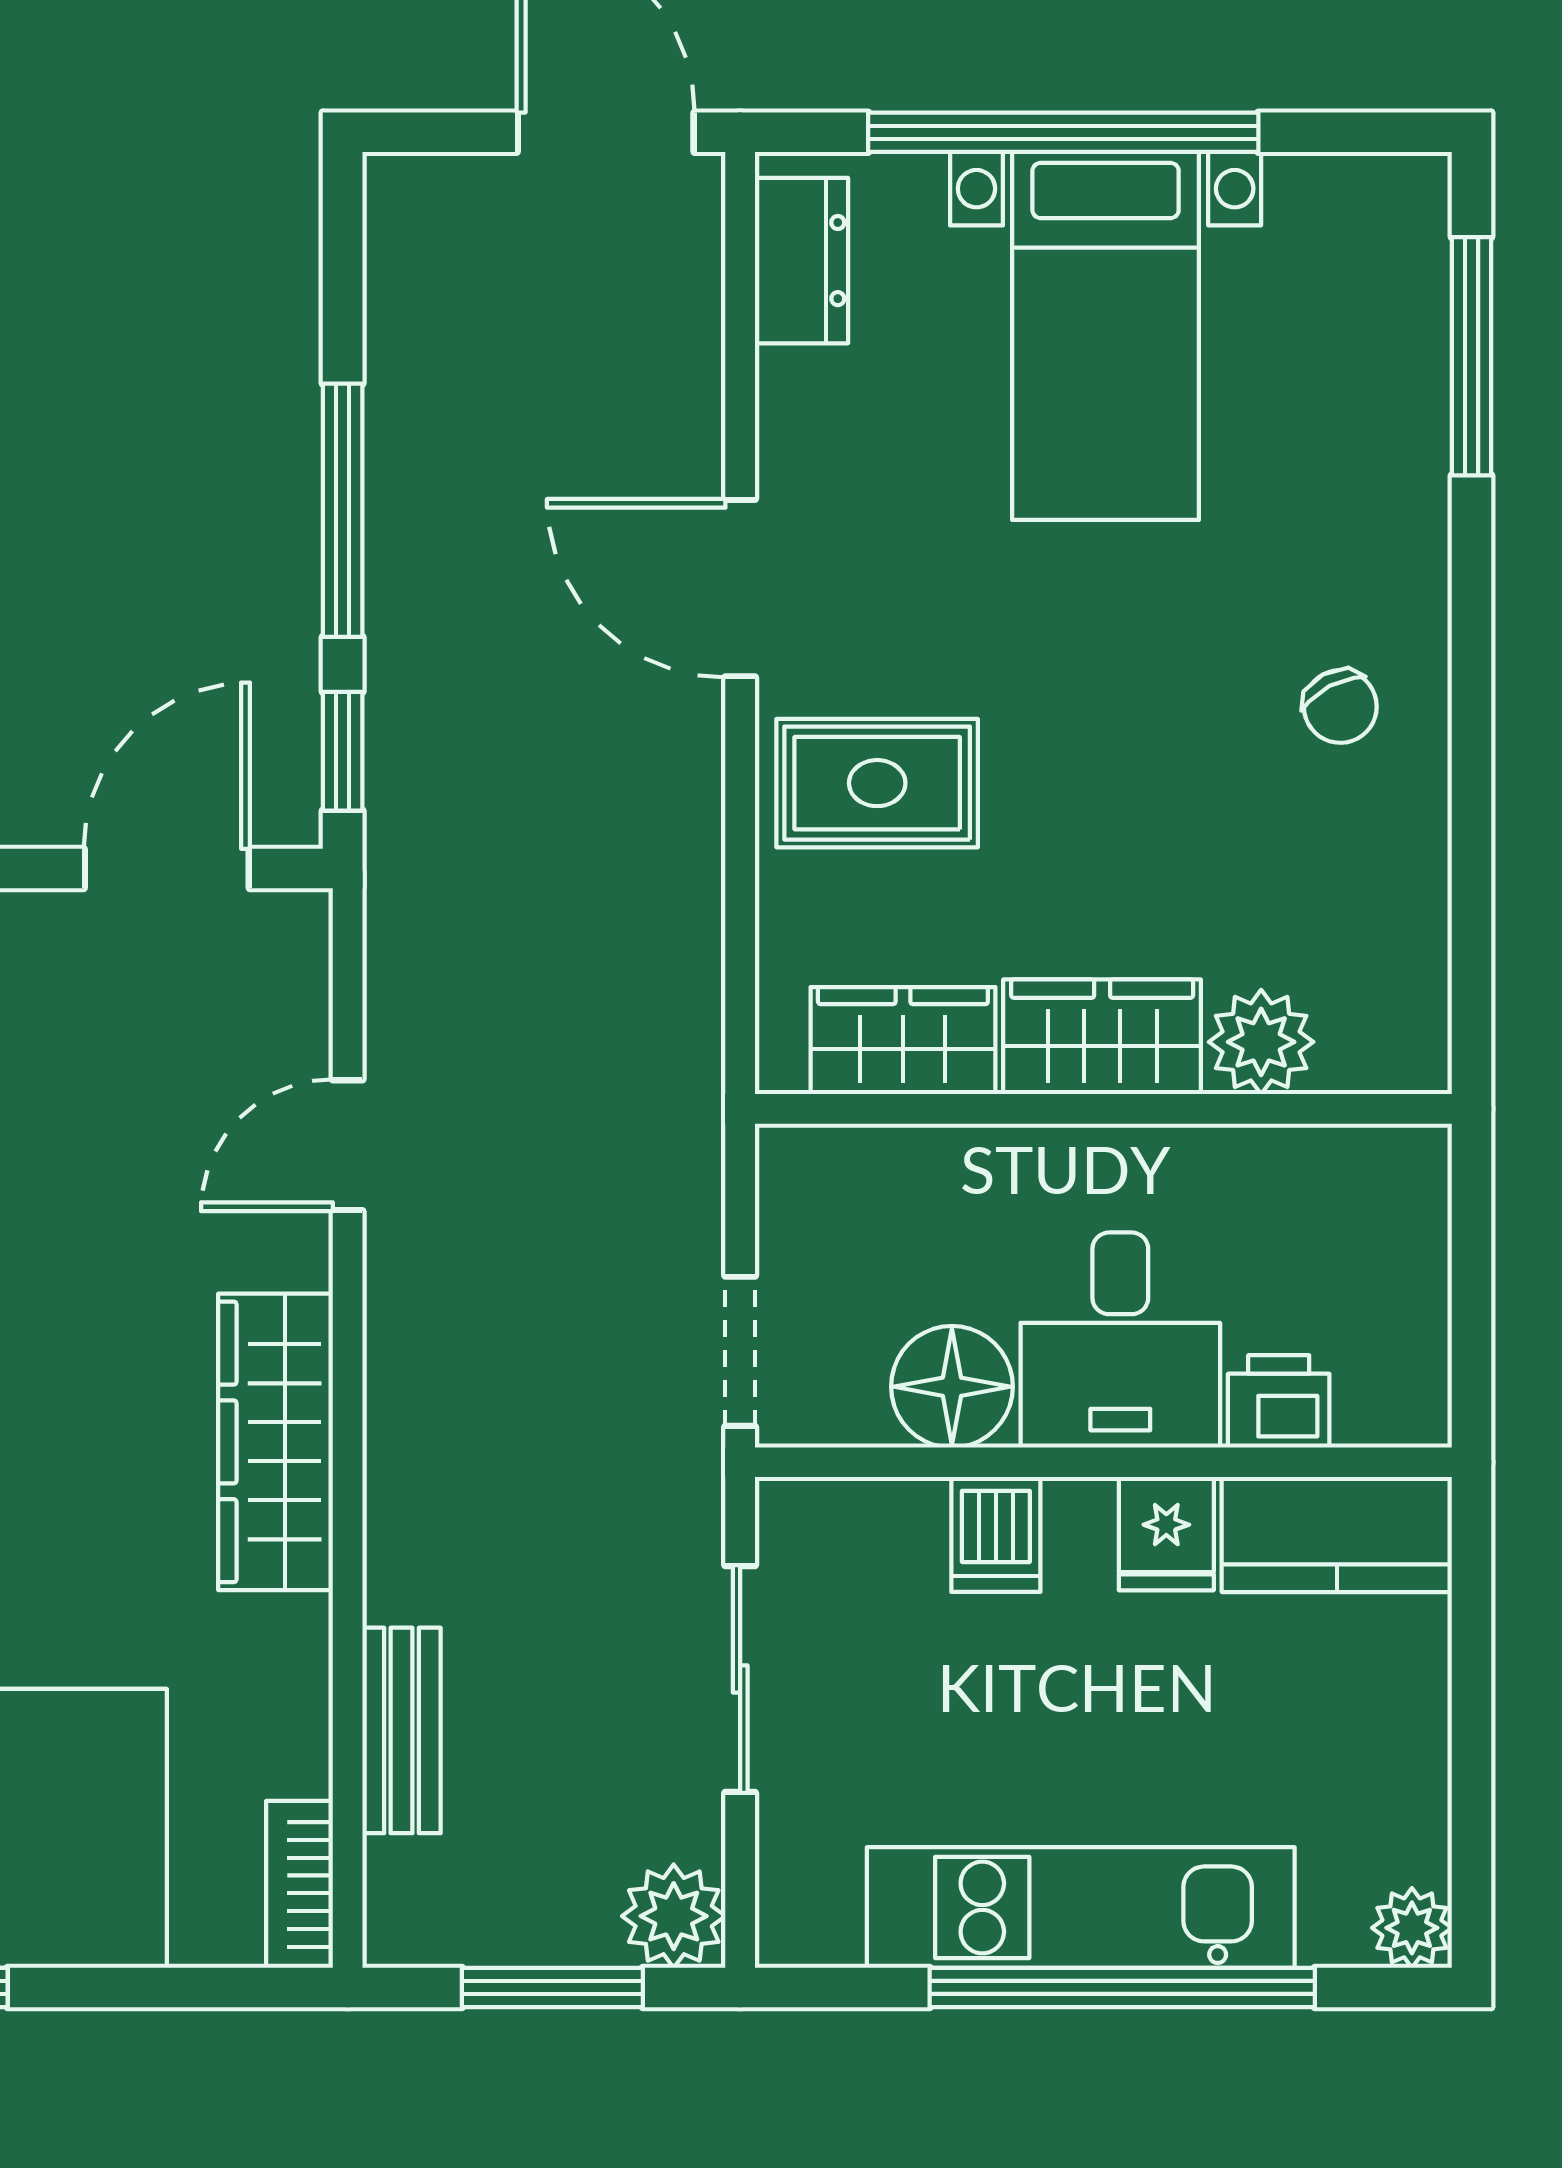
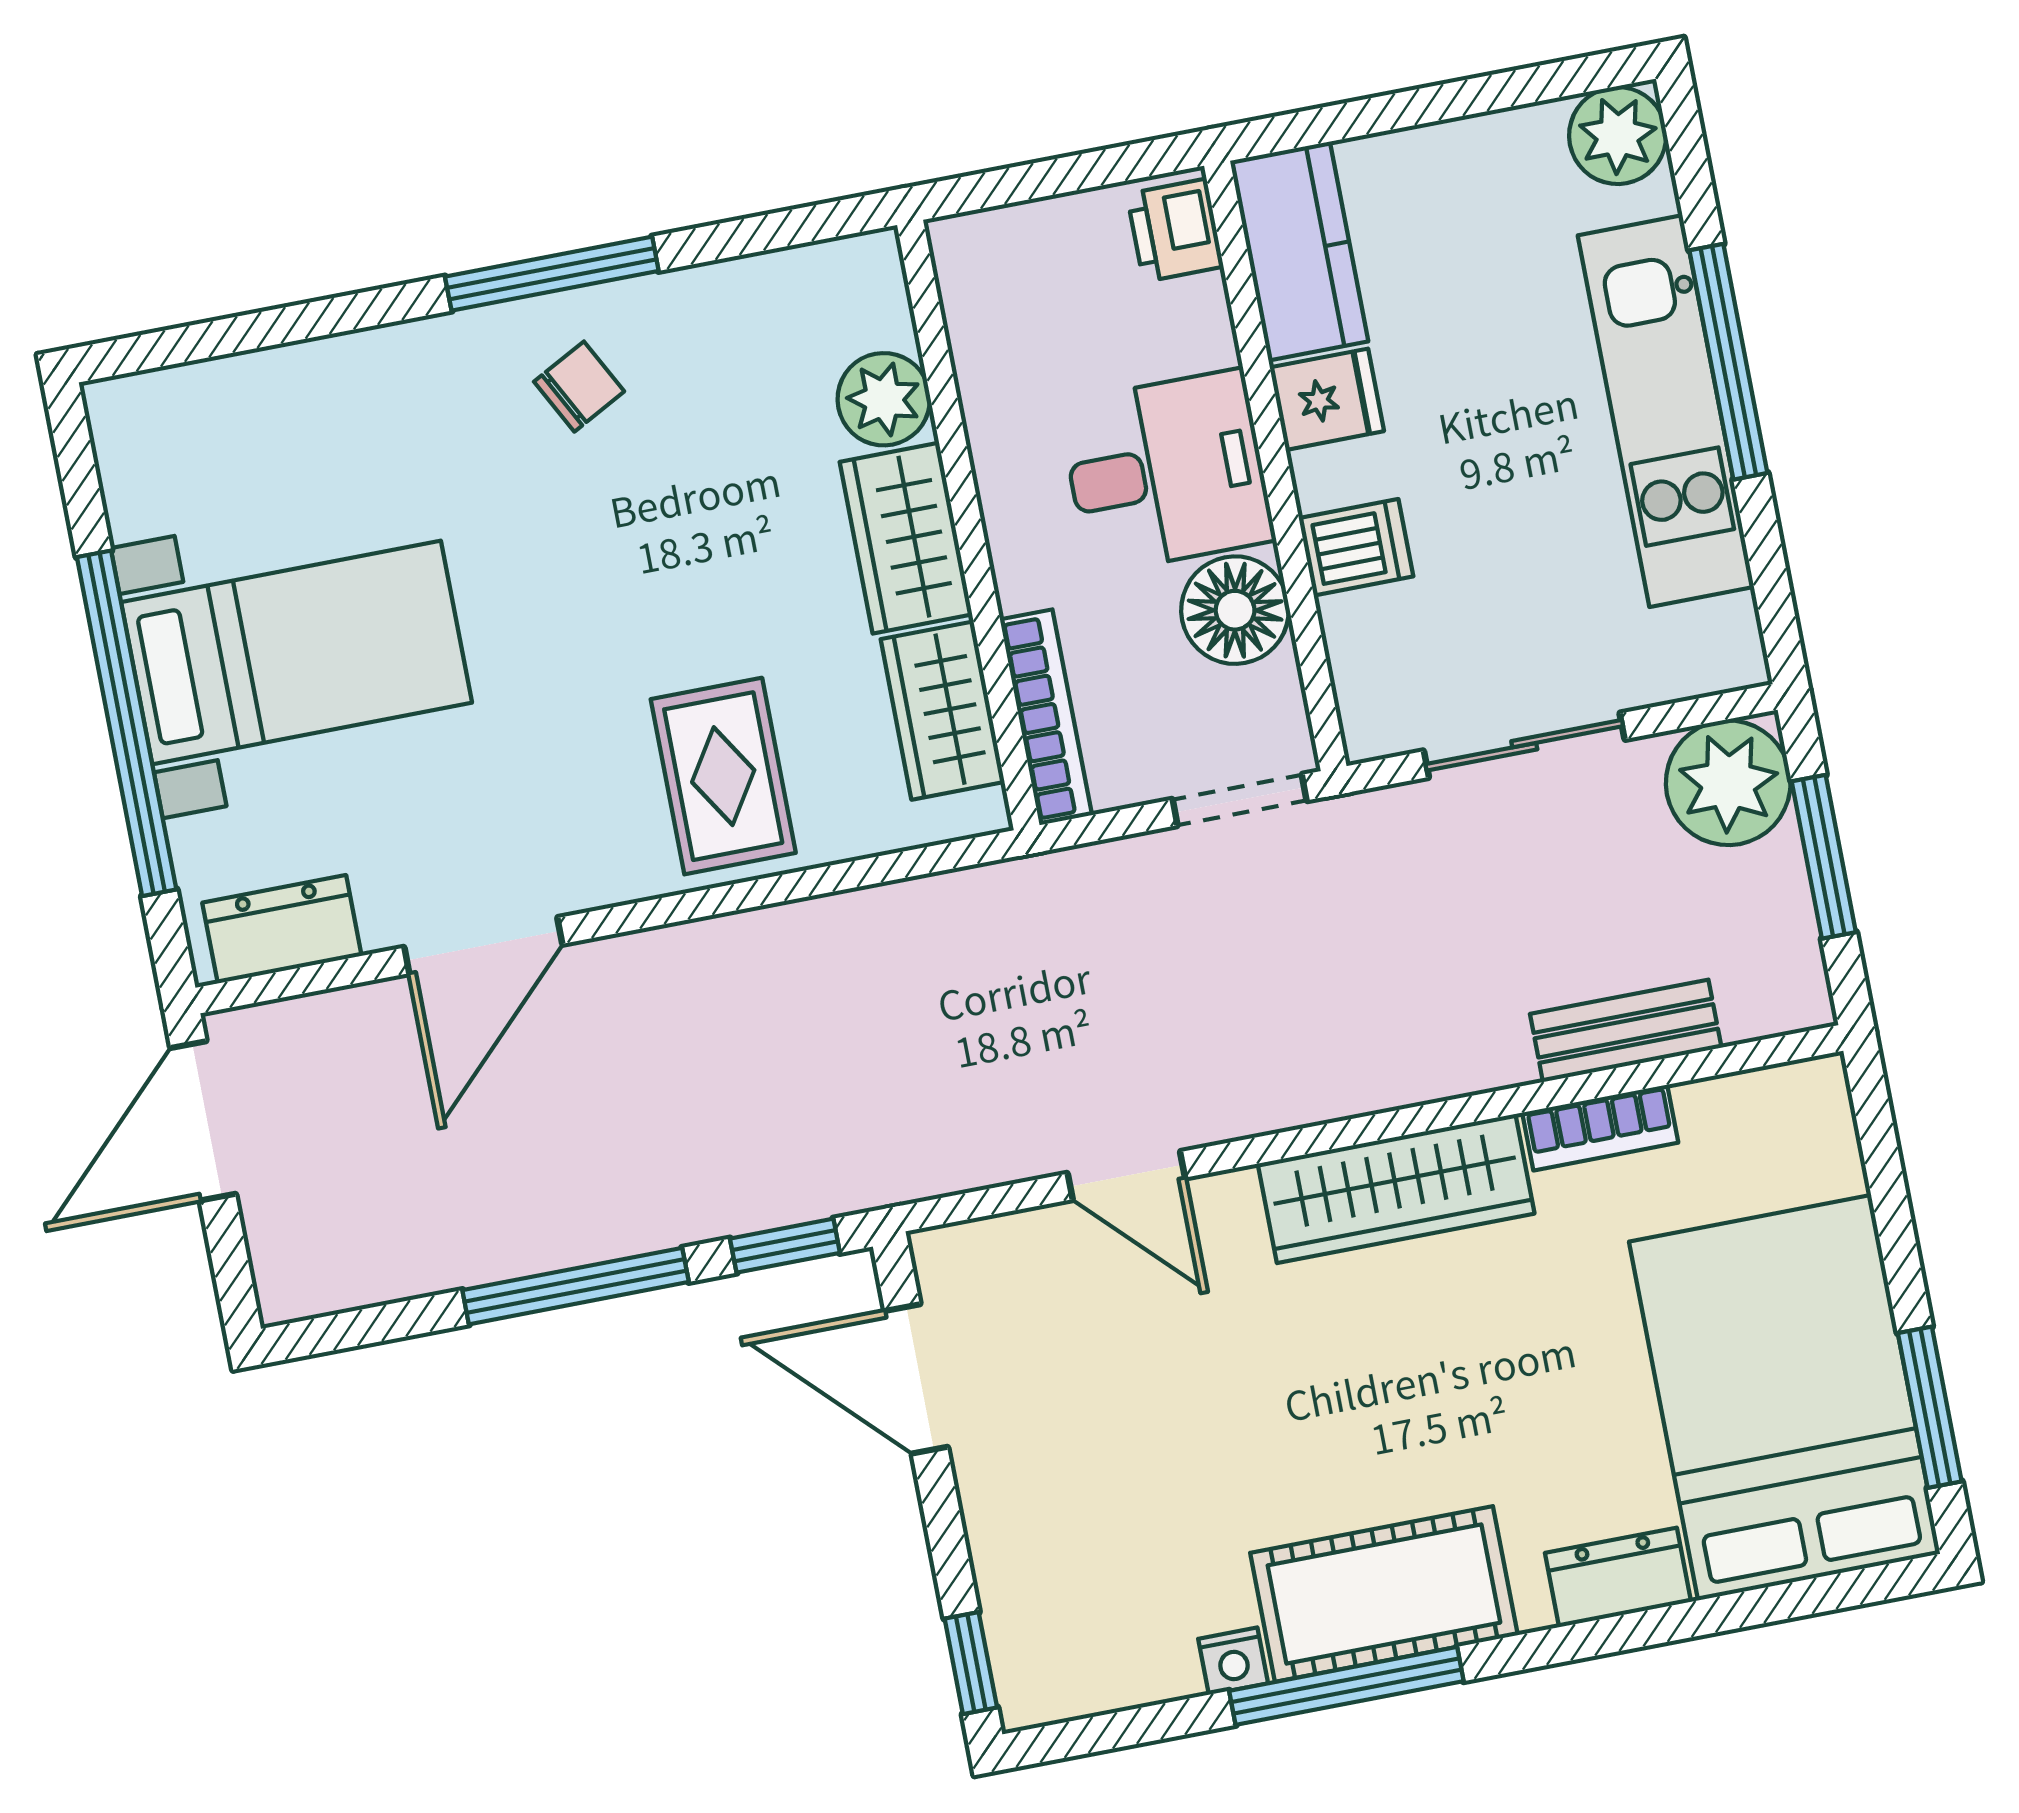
window: (1471, 356) -> (552, 274), moved
door: (740, 588) -> (483, 946), moved
bookcase: (873, 1154) -> (1046, 717), added
printer: (1279, 1401) -> (1175, 230), moved
bookcase: (299, 1884) -> (1600, 1128), moved
plant: (674, 1916) -> (1728, 783), width x1.36, depth x1.36
plant: (1412, 1928) -> (1618, 136), width x1.38, depth x1.38
window: (1122, 1987) -> (1728, 362), width x0.68

